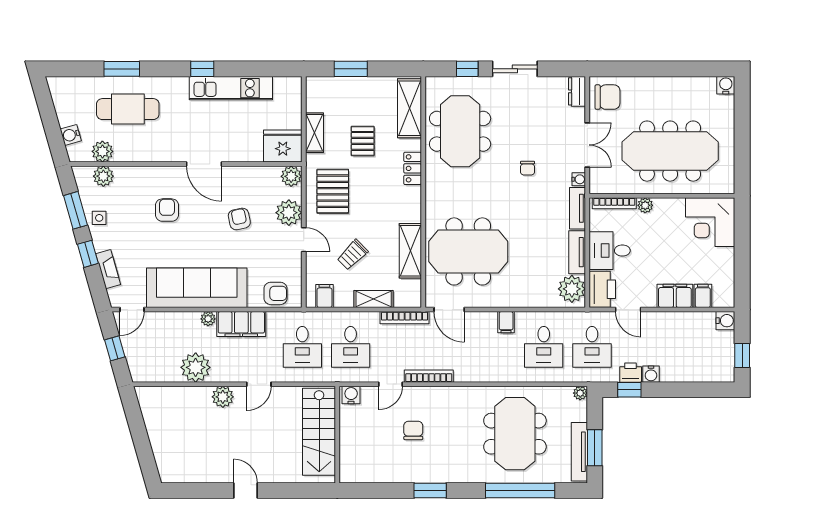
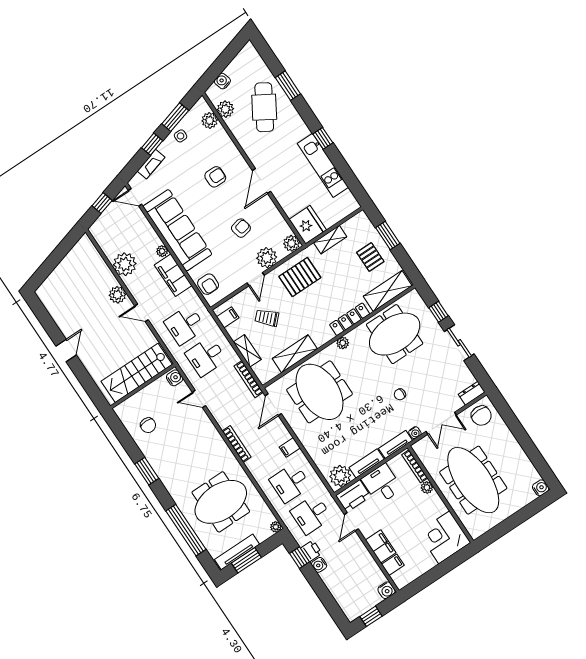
cafe table: (128, 109) -> (264, 107), turned 31
pallet: (363, 141) -> (370, 257), moved, turned 90
locker: (413, 168) -> (350, 319), width x1.53
plant: (433, 192) -> (343, 343), added
bookcase: (429, 376) -> (237, 444), moved
chair: (413, 430) -> (148, 425), moved, turned 90

